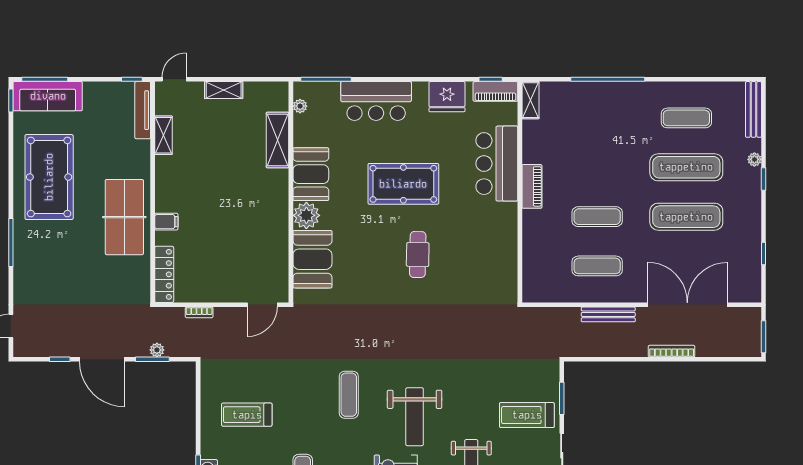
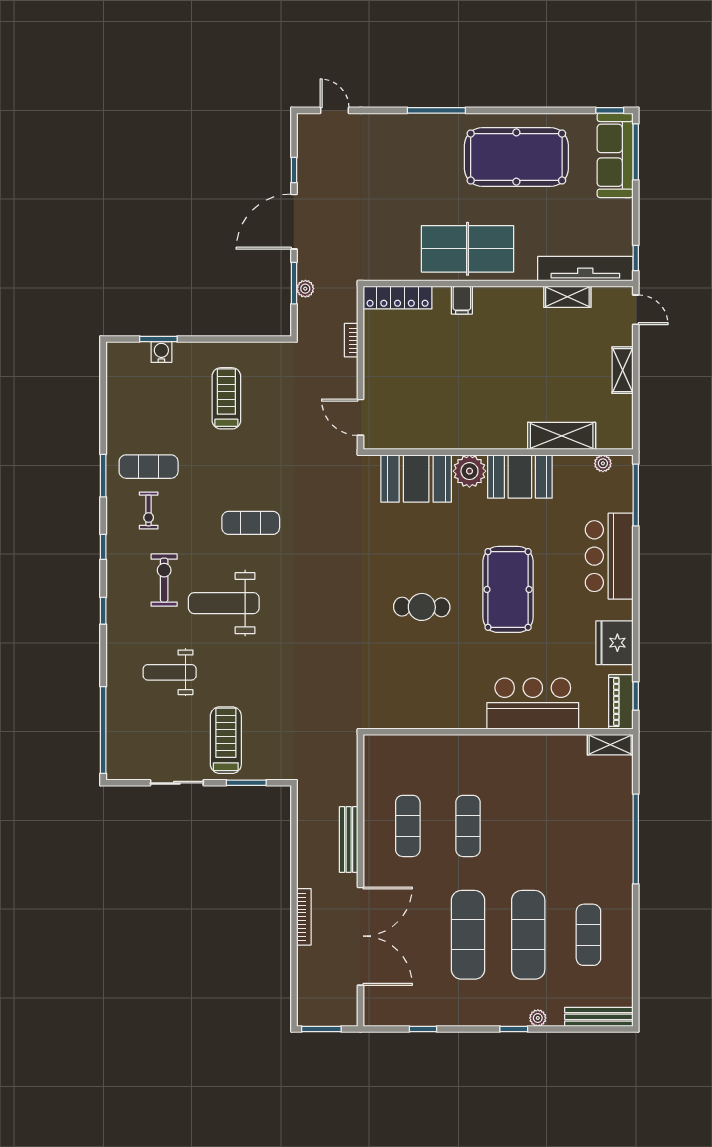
tv unit: (143, 110) -> (585, 269), width x1.36, depth x1.29
piano: (532, 186) -> (505, 746), removed

